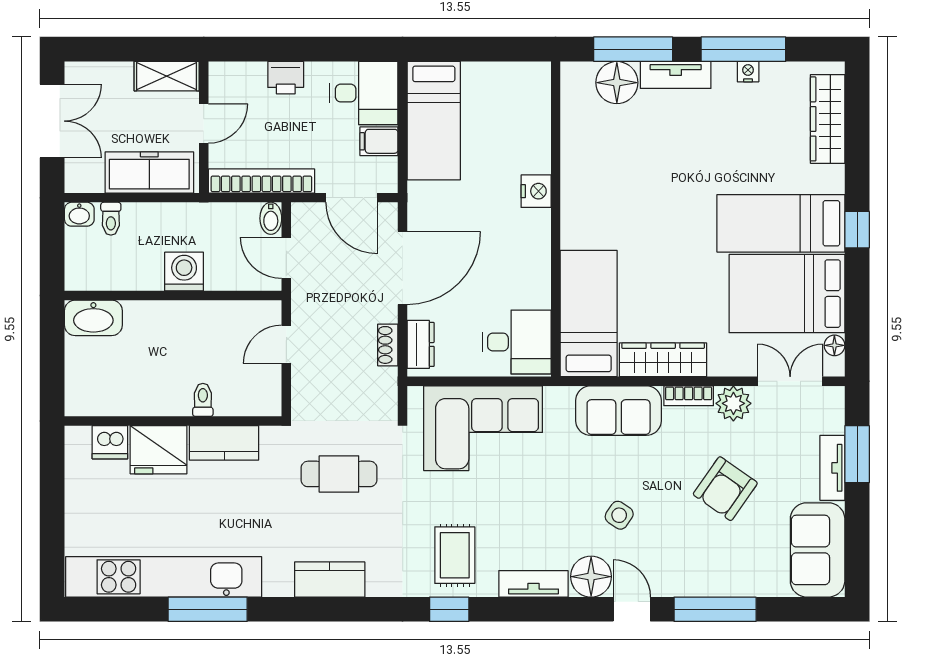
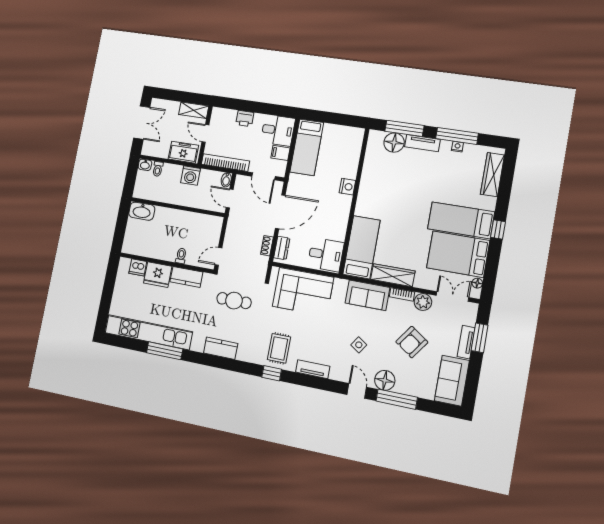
door: (204, 124) -> (205, 133), swing flipped
freezer: (149, 172) -> (183, 152), width x0.71
washing machine: (184, 272) -> (190, 176), moved, turned 180
door: (286, 344) -> (218, 256), moved
floor lamp: (591, 577) -> (385, 380), moved

